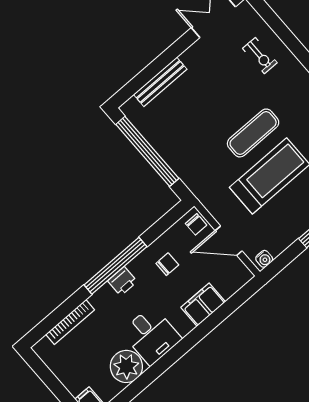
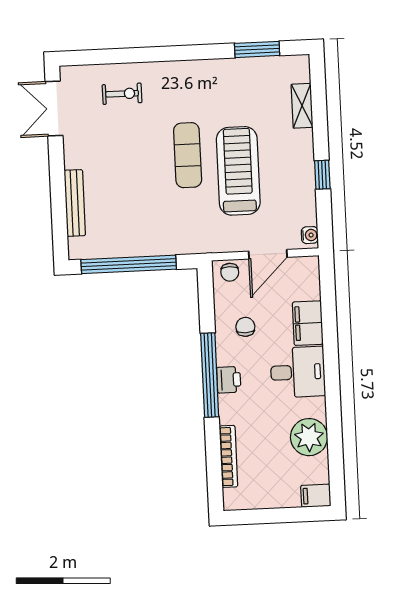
chair: (196, 224) -> (230, 272), turned 90
desk: (151, 335) -> (298, 372), moved

